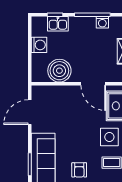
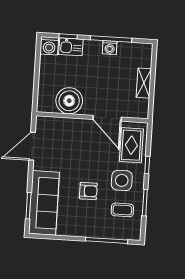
washing machine: (102, 22) -> (110, 48), moved
washing machine: (39, 45) -> (49, 46), moved, turned 90
armchair: (79, 170) -> (88, 191), moved, turned -90

